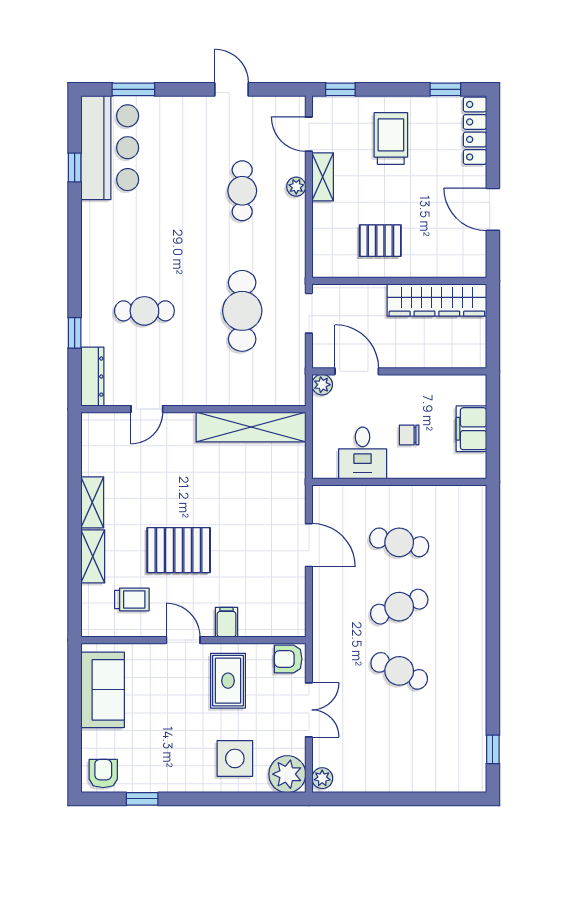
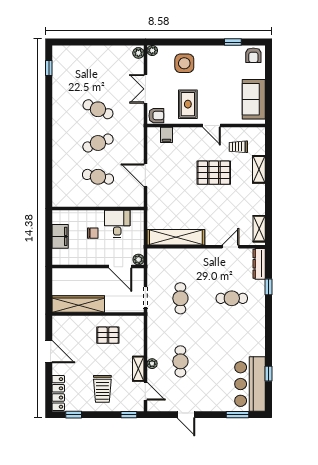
cafe table: (242, 311) -> (180, 298), width x0.73, depth x0.74
shelving: (92, 502) -> (259, 229), moved
filing cabinet: (227, 622) -> (167, 135), moved
plant: (287, 774) -> (152, 50), width x0.53, depth x0.53

